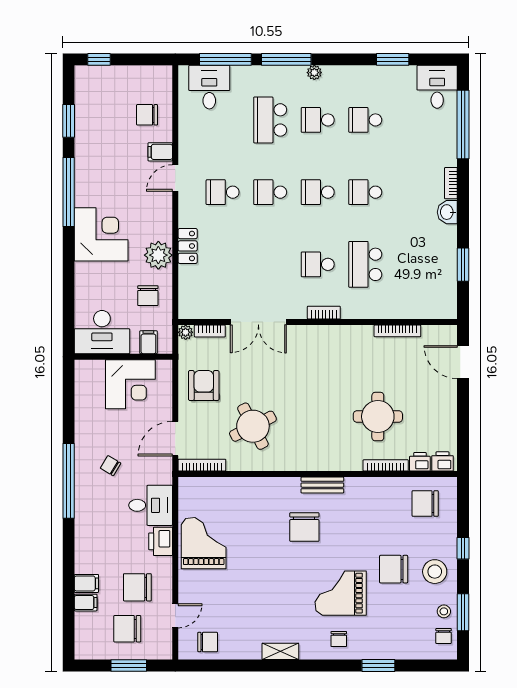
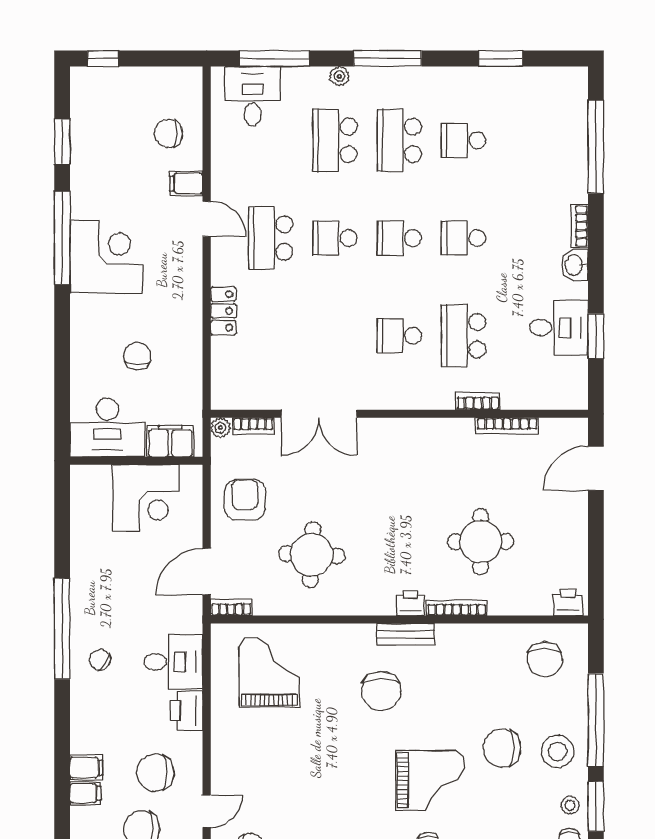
window: (286, 59) -> (388, 58), moved
plant: (314, 73) -> (339, 76), moved
desk: (437, 87) -> (559, 328), moved, turned 90
school desk: (318, 120) -> (399, 140), width x1.85
door: (175, 178) -> (207, 219), swing flipped
school desk: (223, 192) -> (271, 238), width x1.85
corner desk: (101, 234) -> (106, 257), moved
plant: (158, 255) -> (184, 323), removed
chair: (148, 296) -> (137, 356), moved, turned 180
bookcase: (324, 313) -> (478, 401), moved
filing cabinet: (148, 342) -> (170, 441), width x2.00
door: (463, 362) -> (596, 468), hinge flipped
round table: (253, 426) -> (312, 555), turned 30
printer: (420, 462) -> (410, 603), moved
bookcase: (202, 465) -> (231, 607), width x0.64
bookcase: (386, 465) -> (457, 608), moved
chair: (111, 466) -> (100, 660), moved
chair: (425, 503) -> (545, 659), turned -91
grand piano: (204, 543) -> (269, 672), moved
window: (463, 548) -> (596, 720), width x3.17
grand piano: (341, 593) -> (430, 781), turned 180

